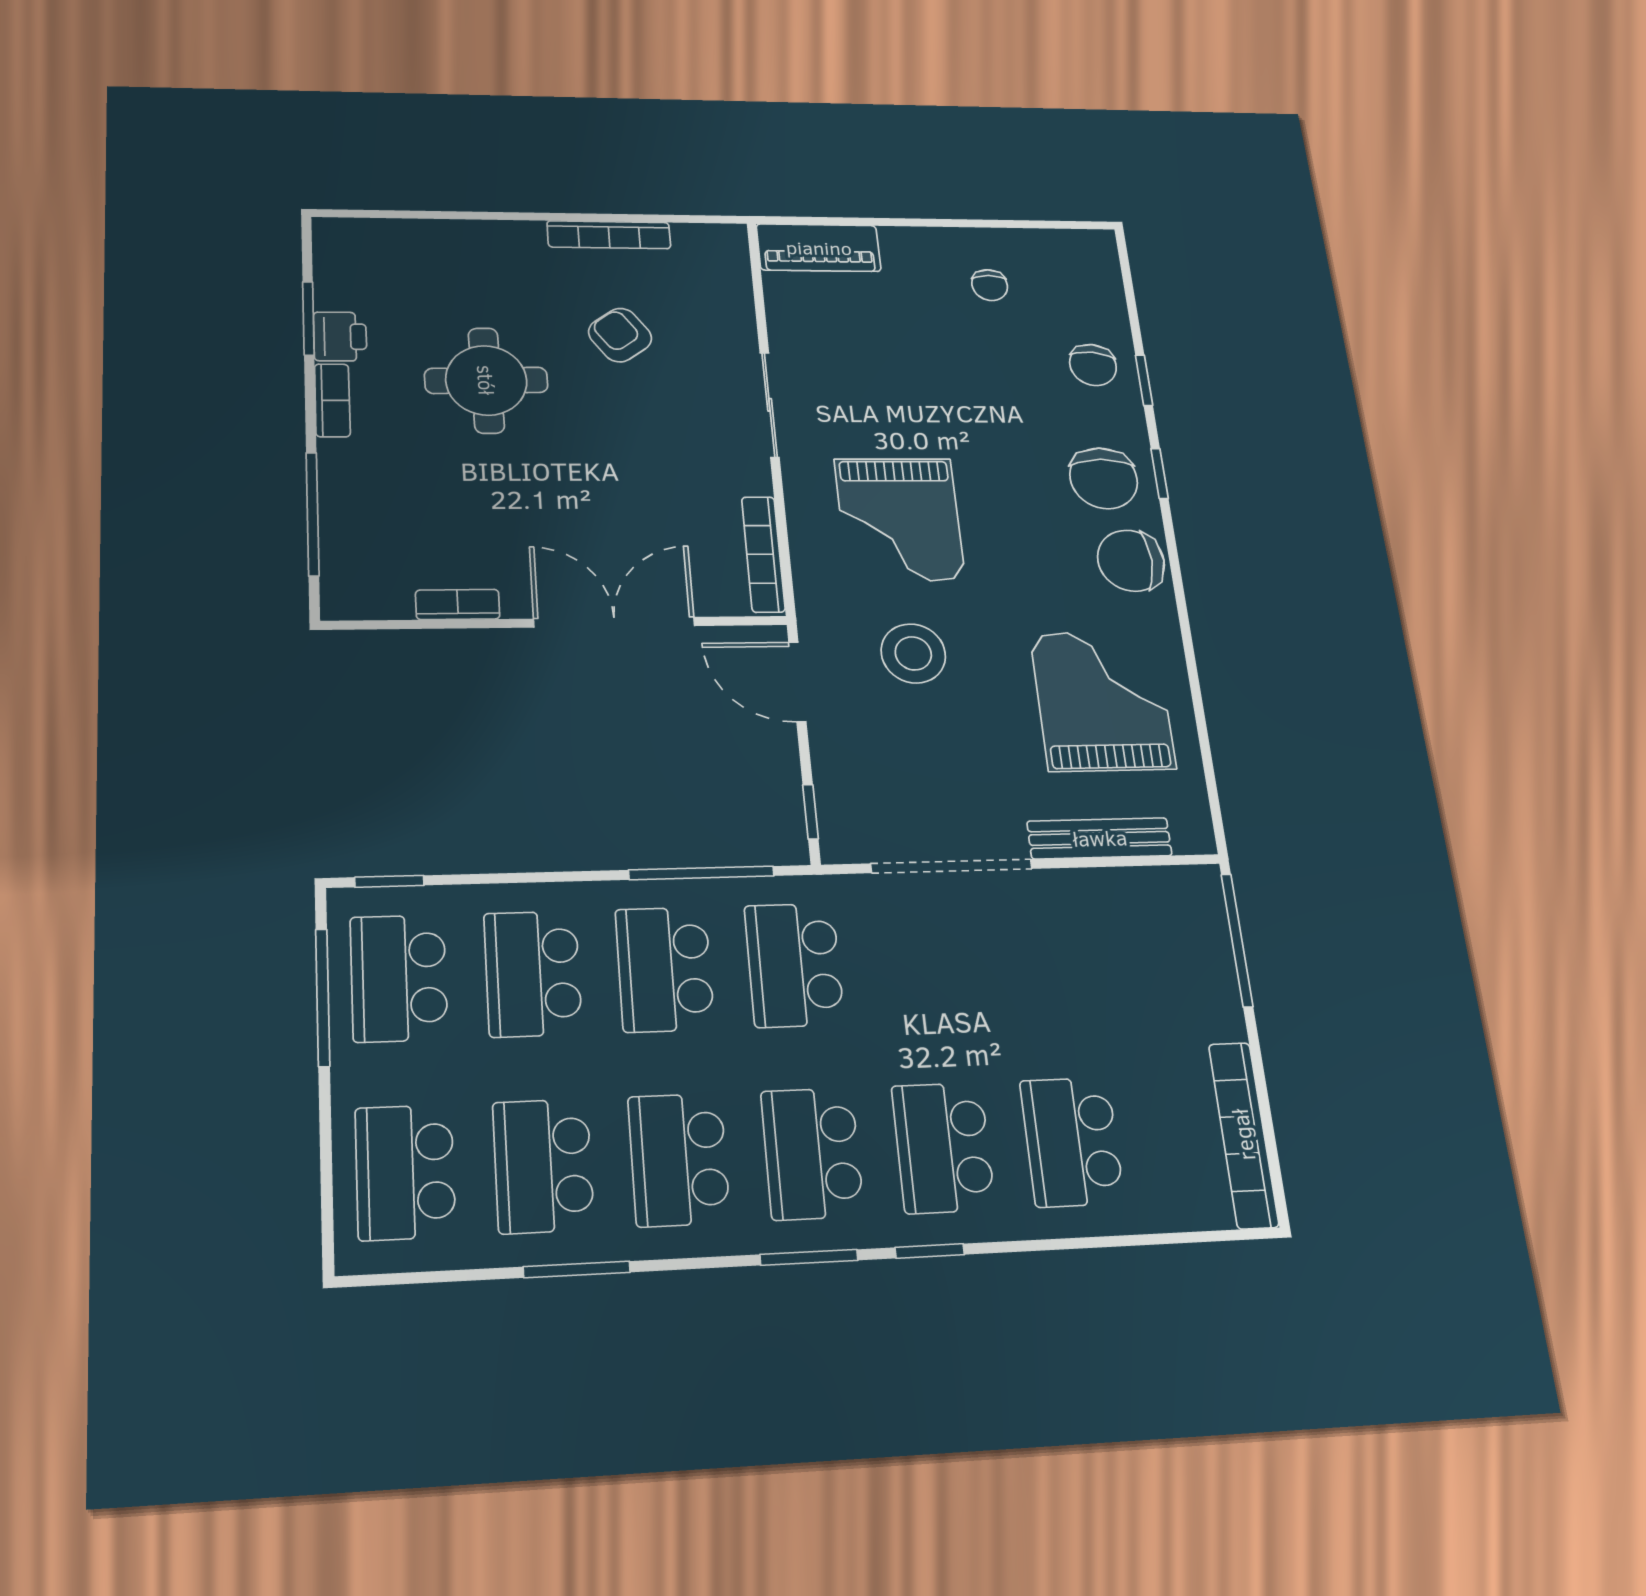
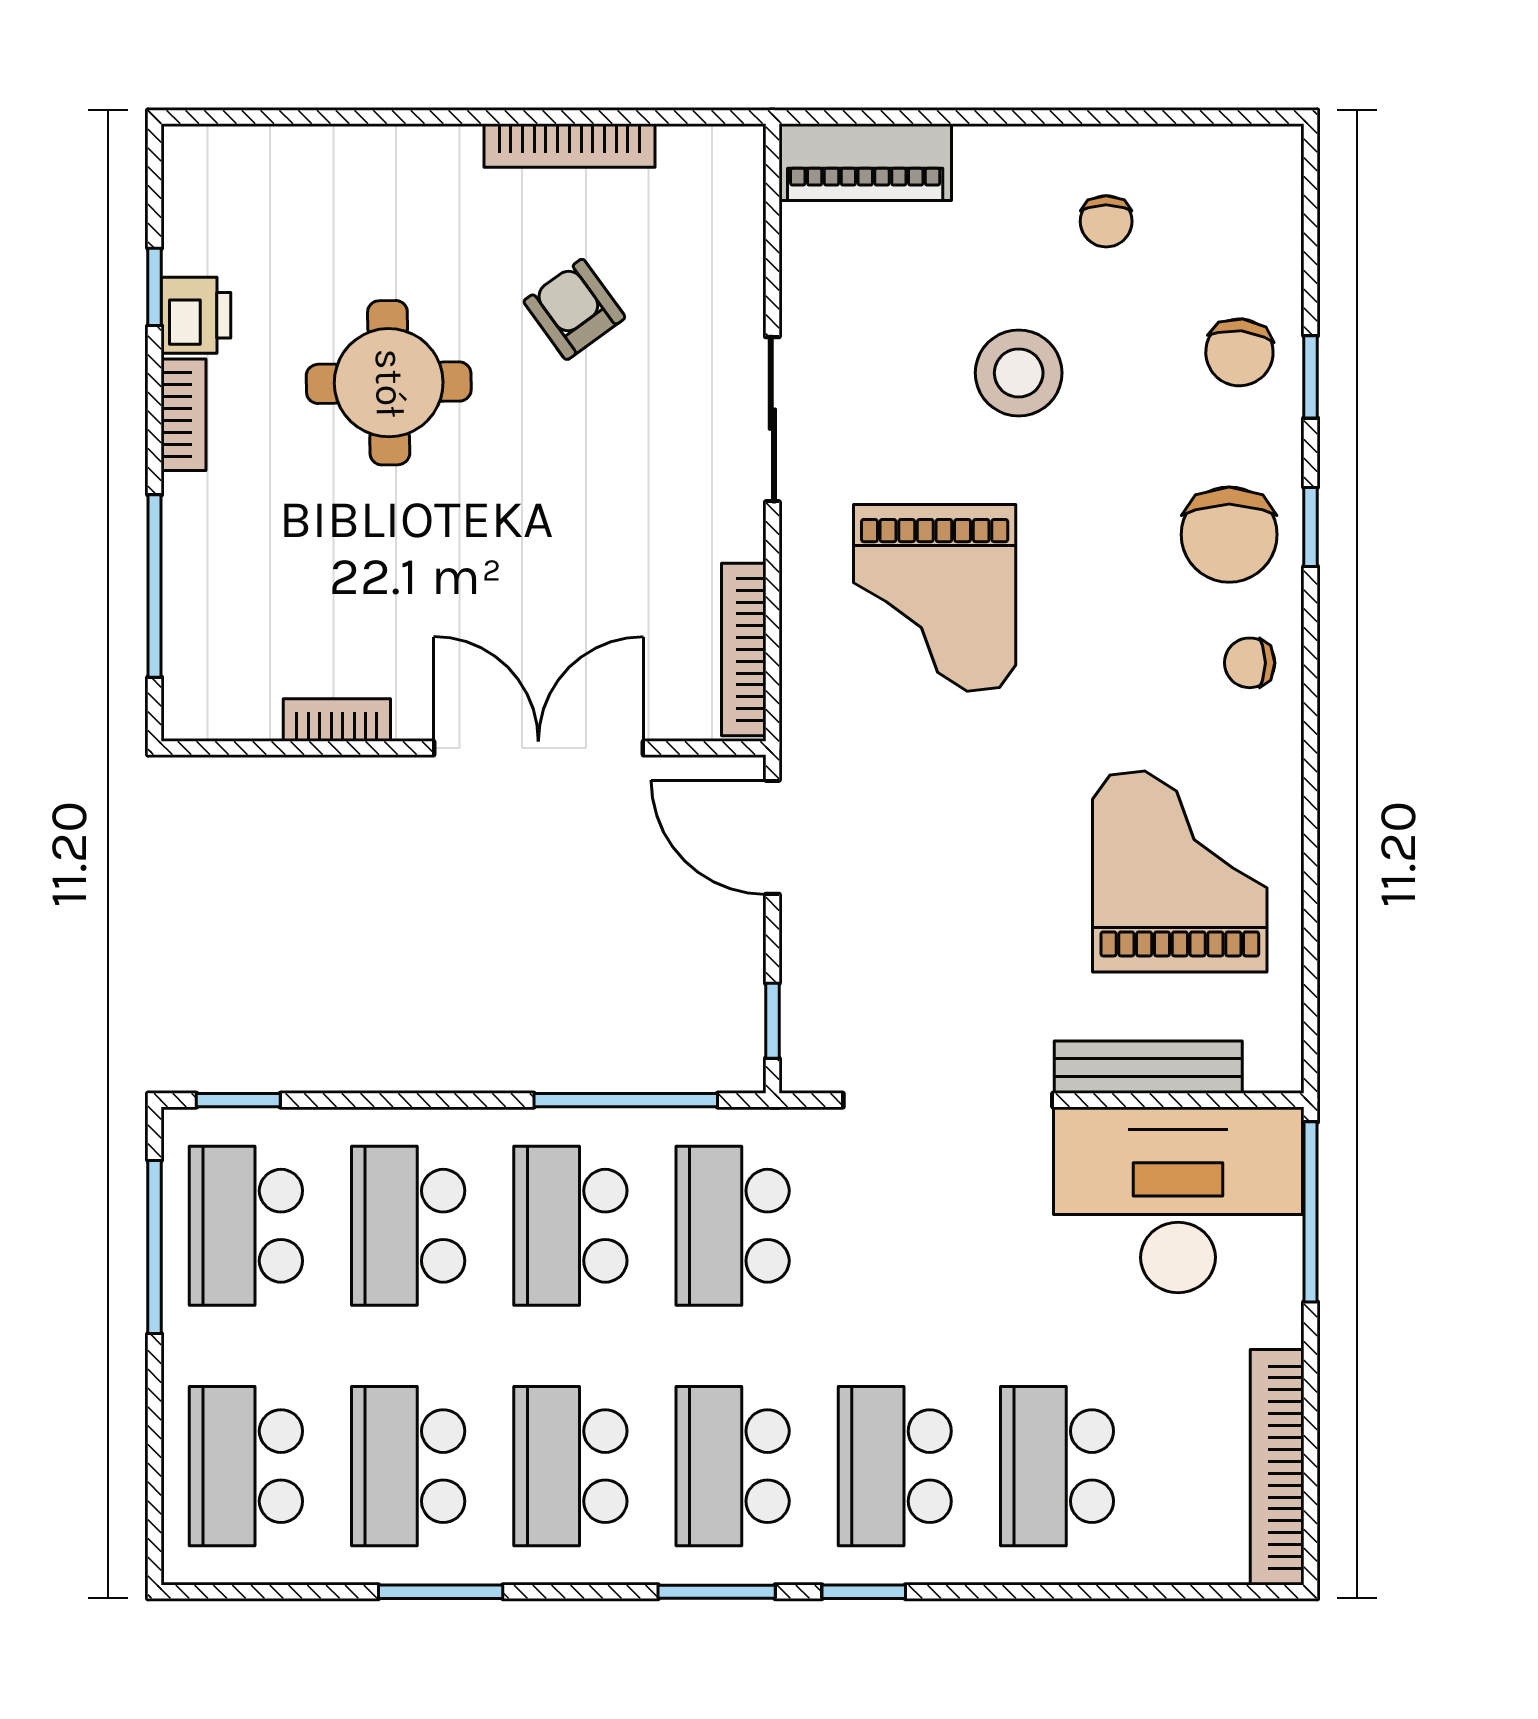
window: (308, 318) -> (155, 287), width x0.67
chair: (1131, 561) -> (1250, 663), width x0.54, depth x0.54
stool: (913, 653) -> (1019, 373), moved
desk: (1136, 934) -> (1178, 1200), added

